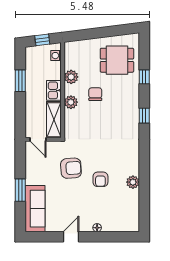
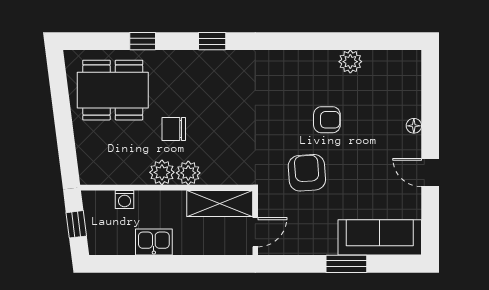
washing machine: (56, 56) -> (125, 199), moved
dining table: (117, 60) -> (113, 90), width x1.38
plant: (71, 77) -> (162, 172), moved
window: (20, 81) -> (150, 264), removed
kitchen sink: (54, 90) -> (154, 242), moved, turned 180
plant: (133, 182) -> (350, 62), moved

